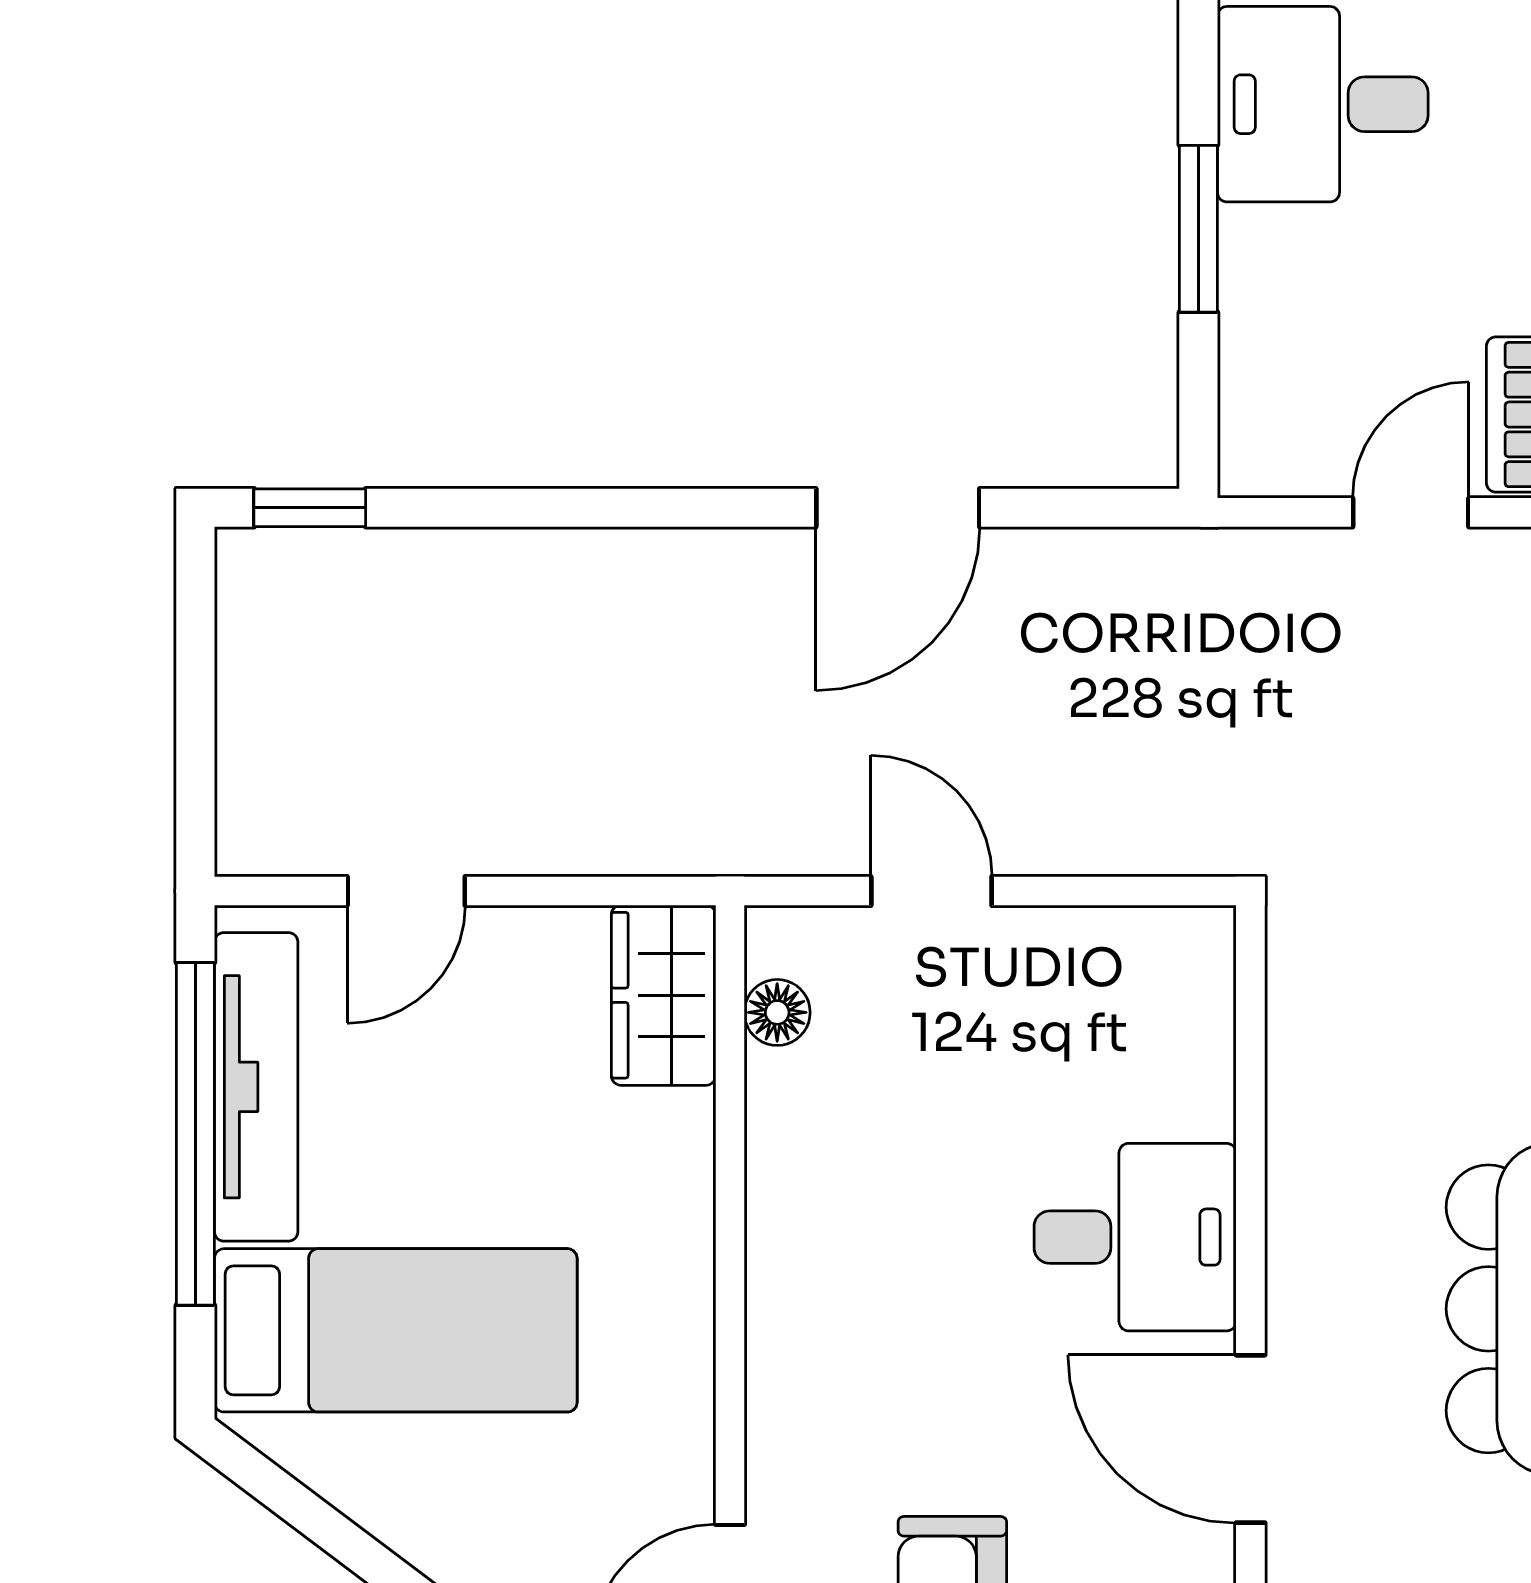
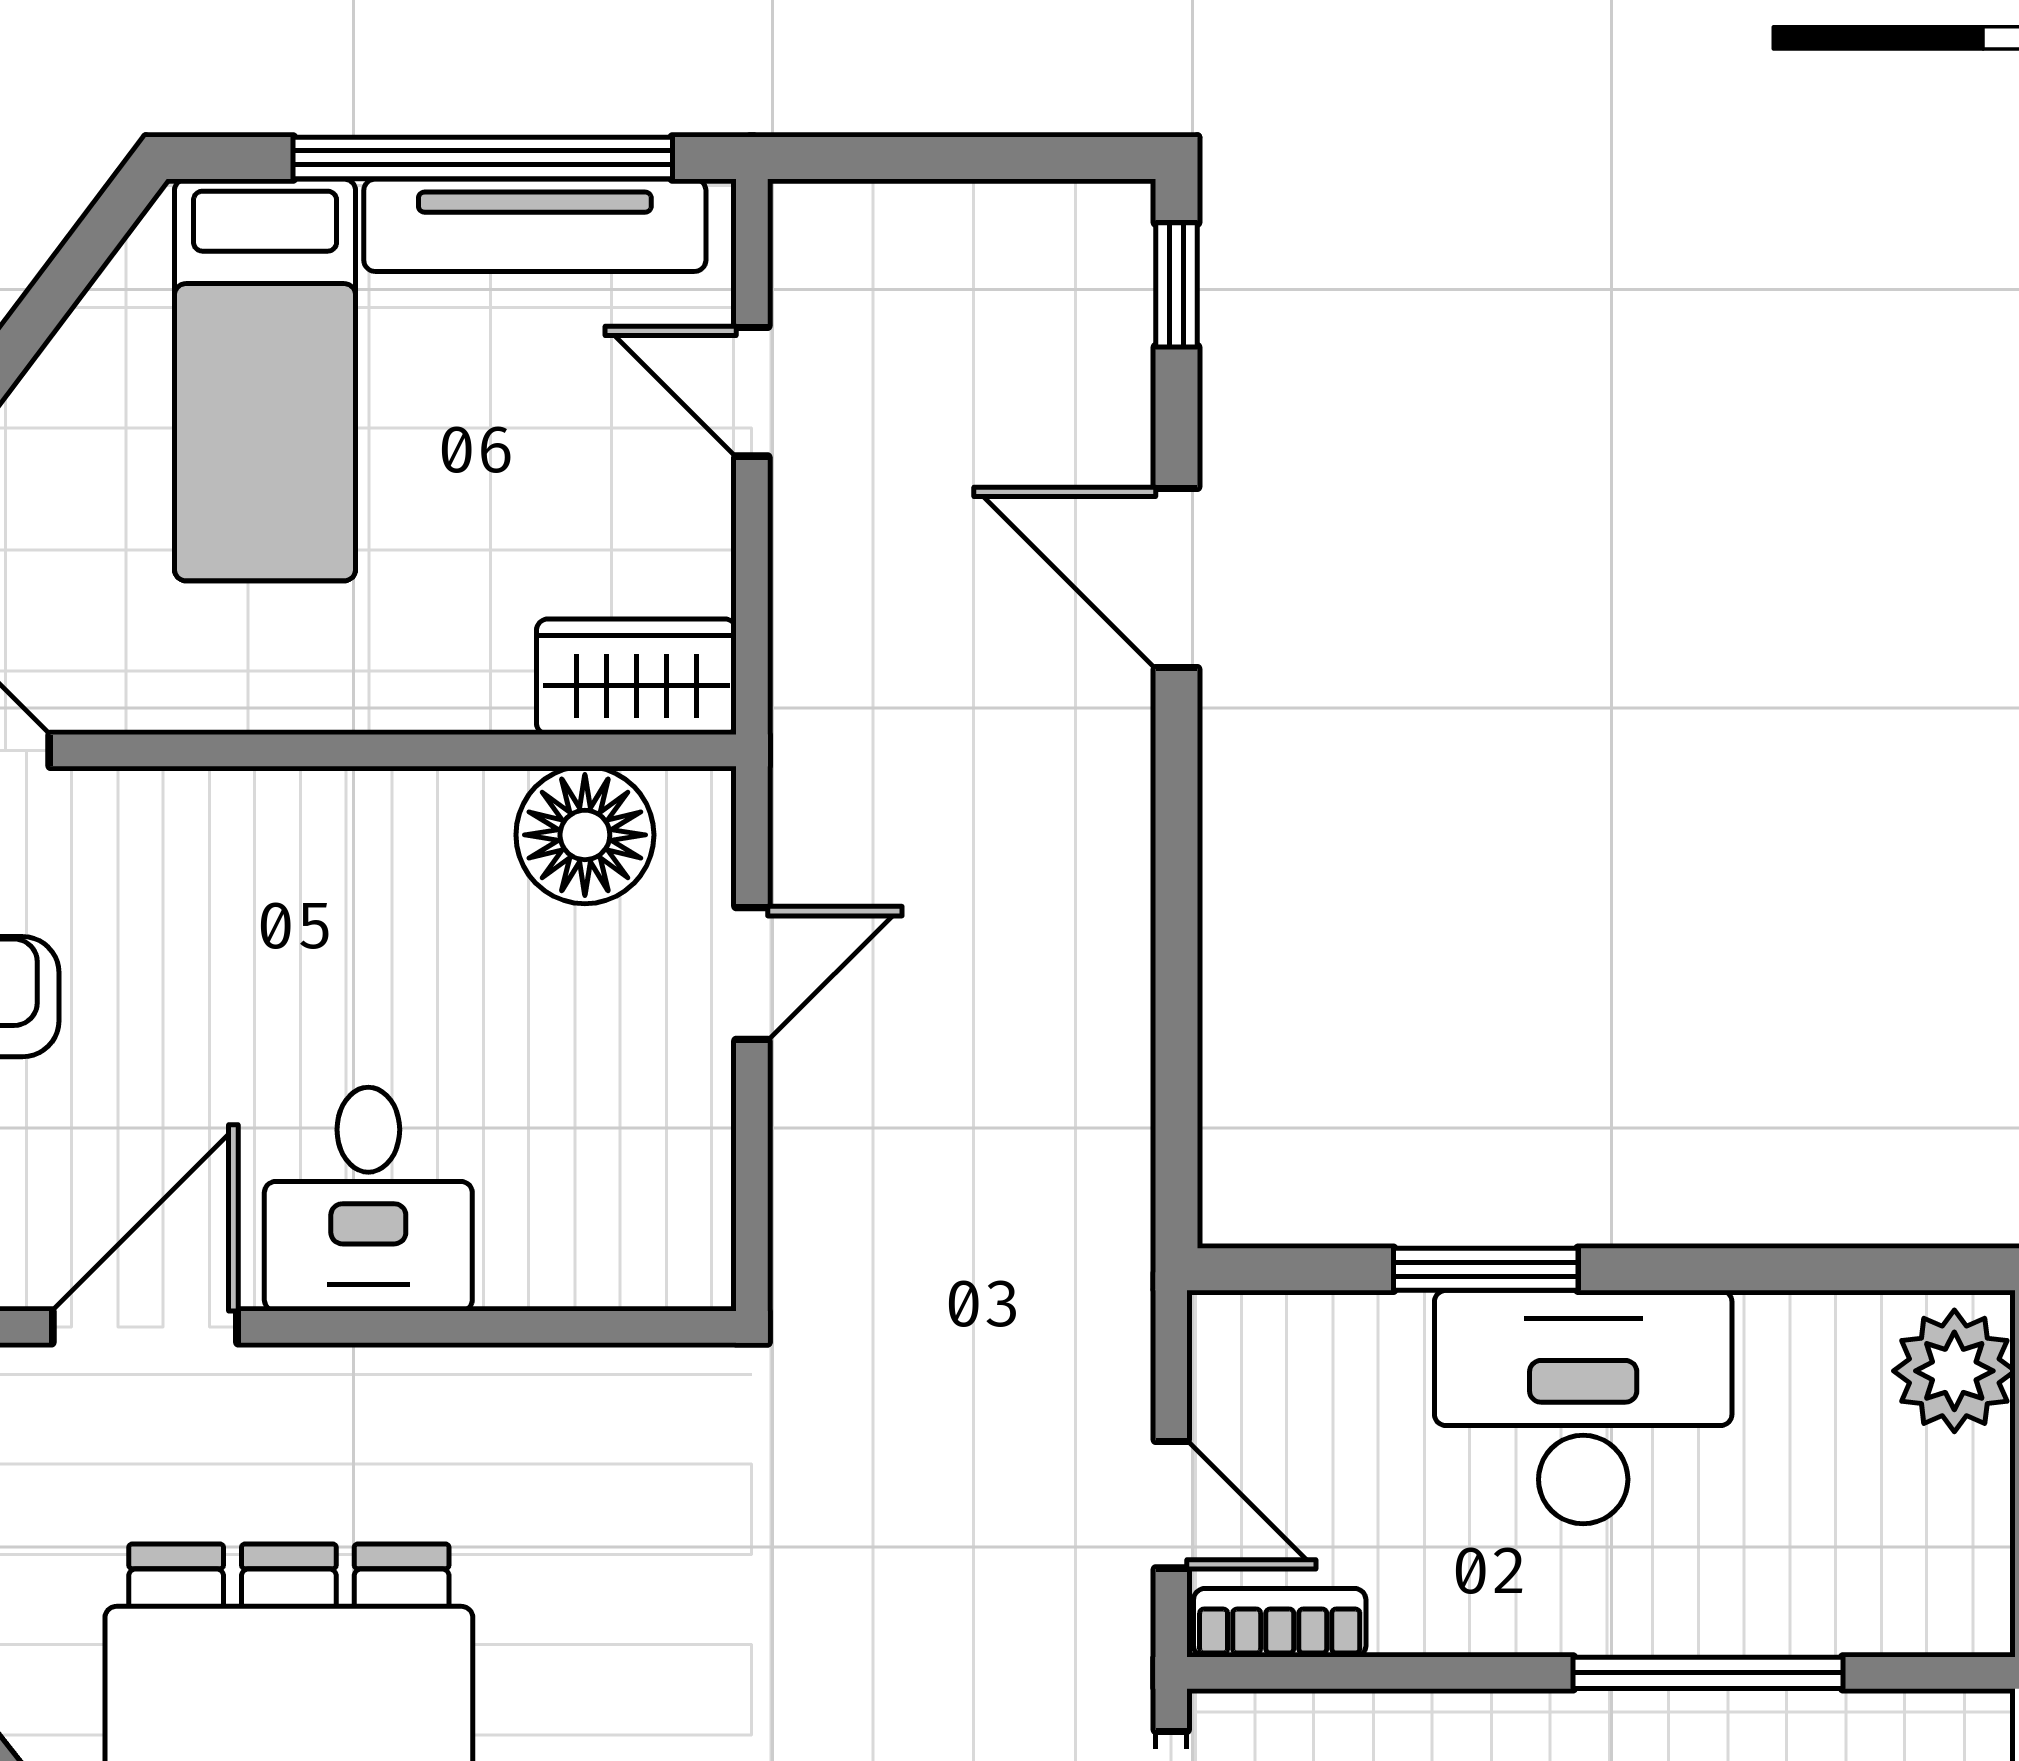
desk: (1323, 104) -> (1583, 1407), width x1.37
door: (898, 508) -> (1176, 578), moved
floor lamp: (777, 1012) -> (585, 835), width x1.89, depth x1.89

